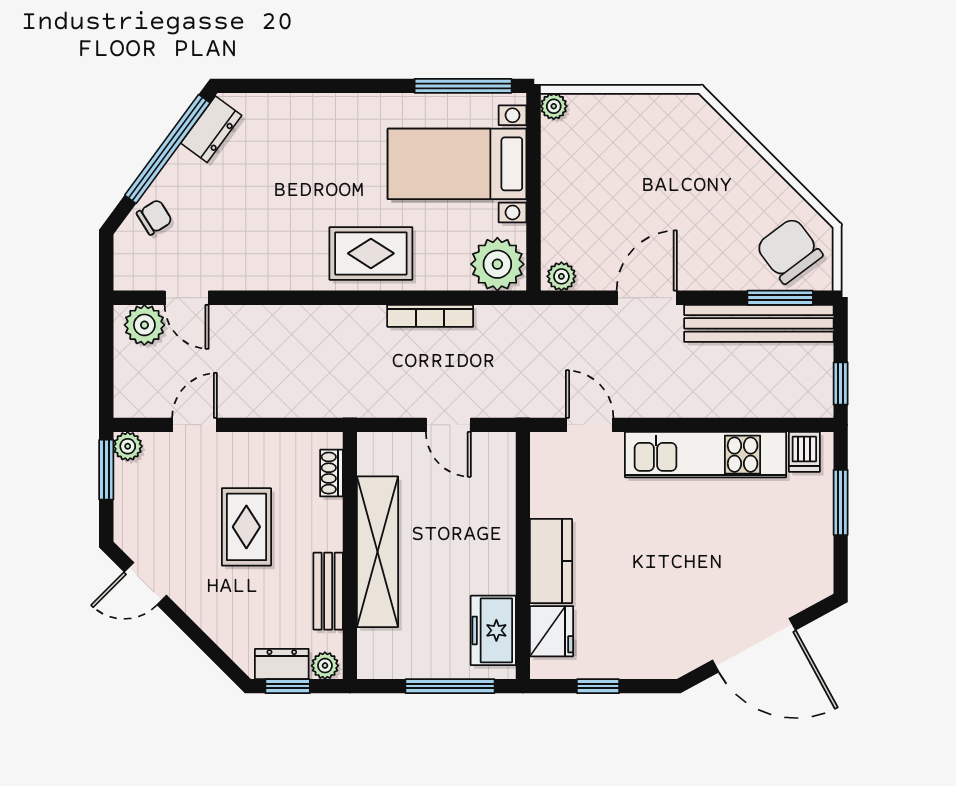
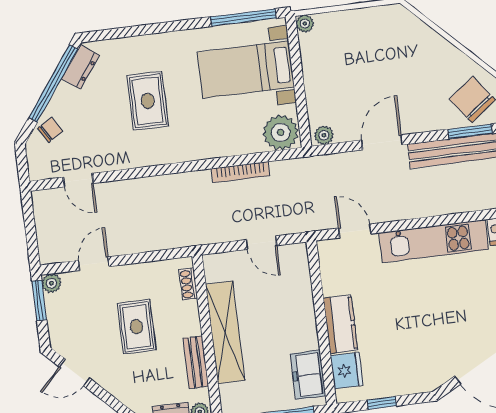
rug: (371, 253) -> (148, 101), moved, turned 90
plant: (144, 325) -> (53, 202), removed

